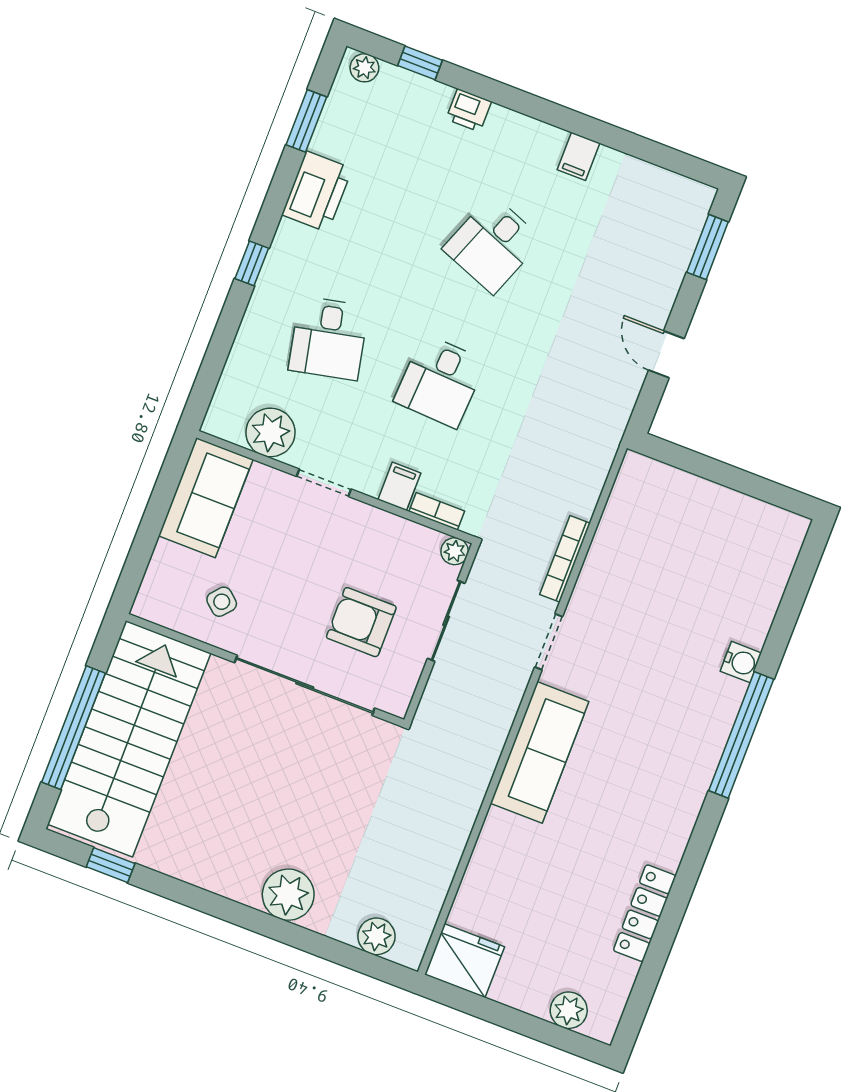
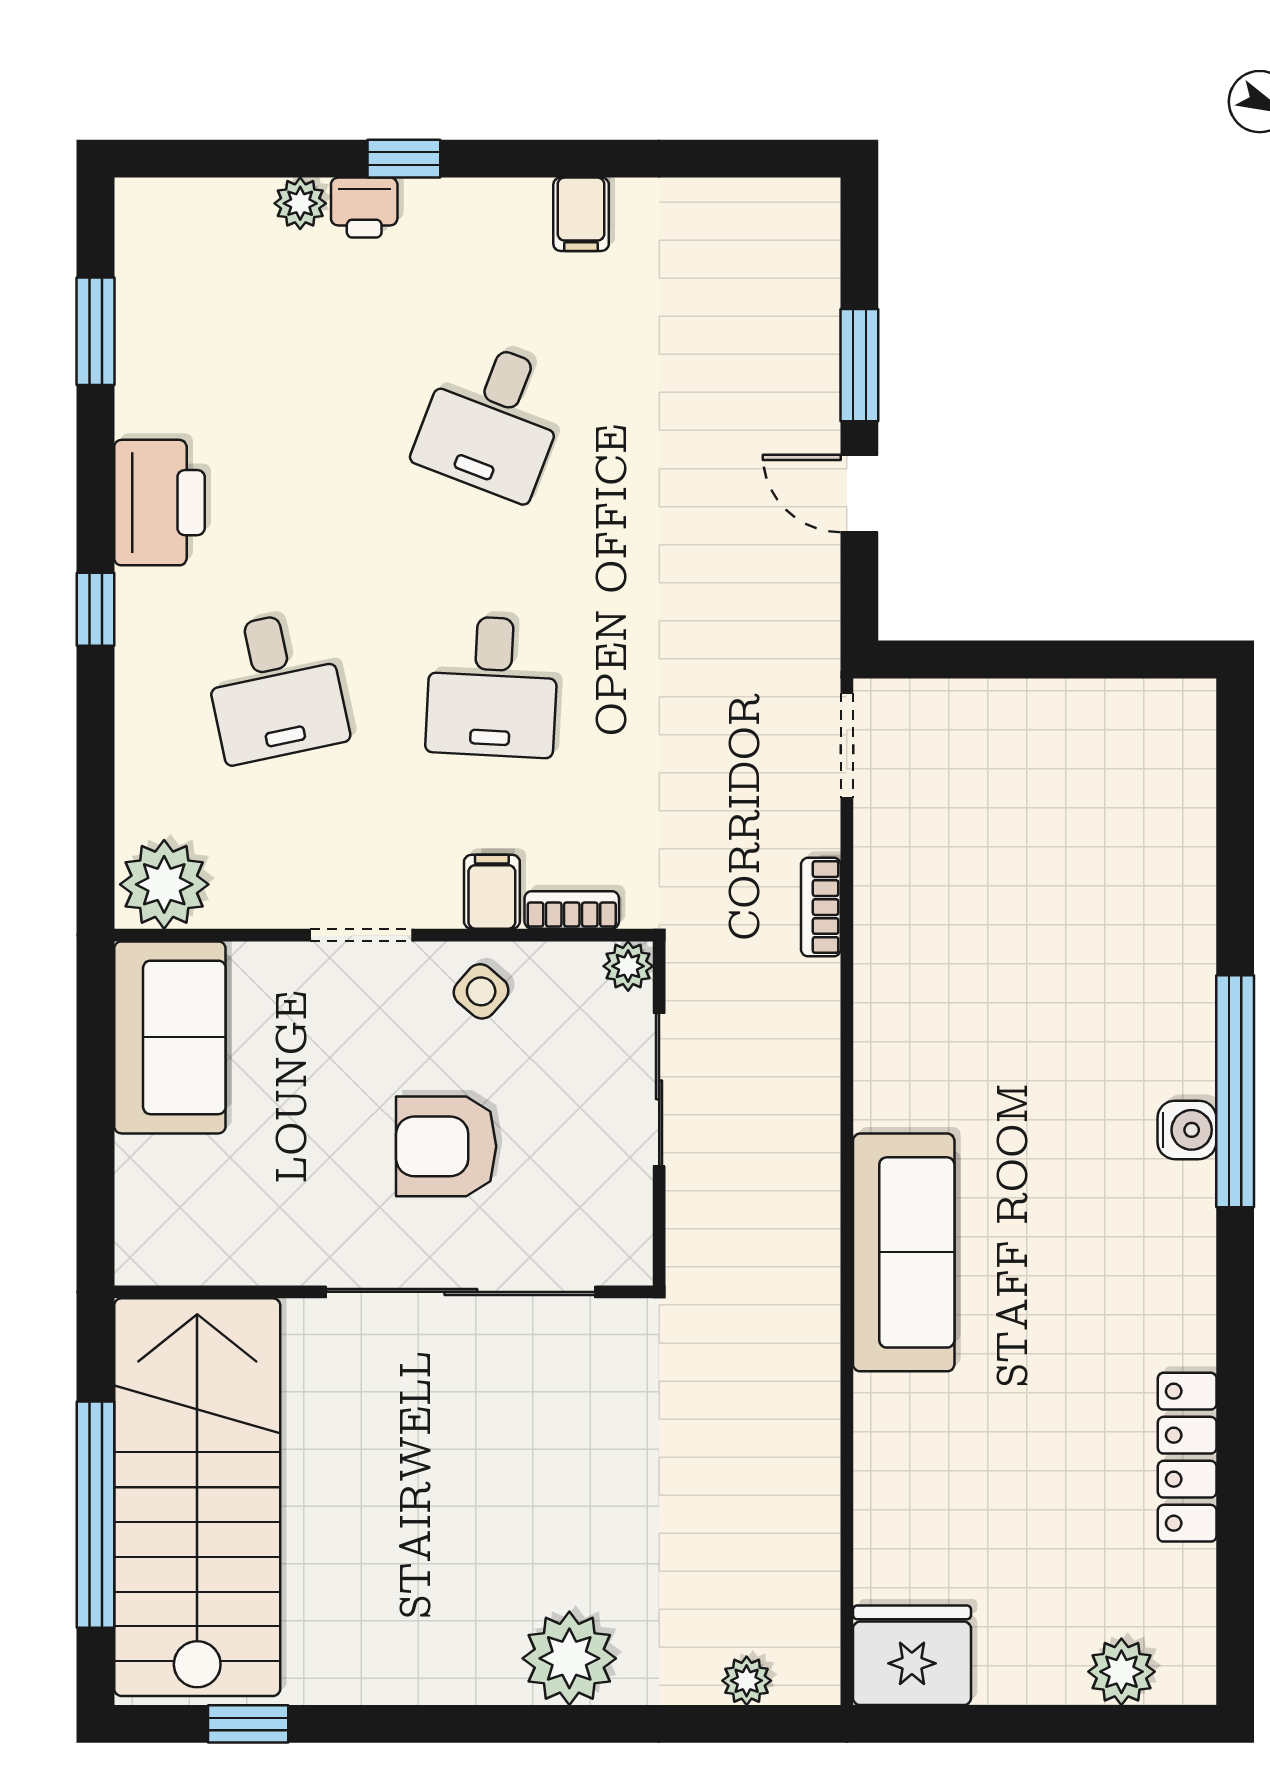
window: (420, 63) -> (404, 159), moved
plant: (364, 68) -> (300, 203), moved
printer: (317, 192) -> (159, 503), moved
window: (707, 247) -> (859, 365), moved
plant: (270, 432) -> (164, 884), moved
bookcase: (565, 559) -> (821, 907), width x0.64
side table: (222, 602) -> (481, 991), moved
armchair: (361, 622) -> (446, 1146), moved
doorway: (549, 642) -> (847, 745), moved
water cooler: (741, 662) -> (1187, 1130), moved
plant: (377, 936) -> (747, 1681), width x0.73, depth x0.73

